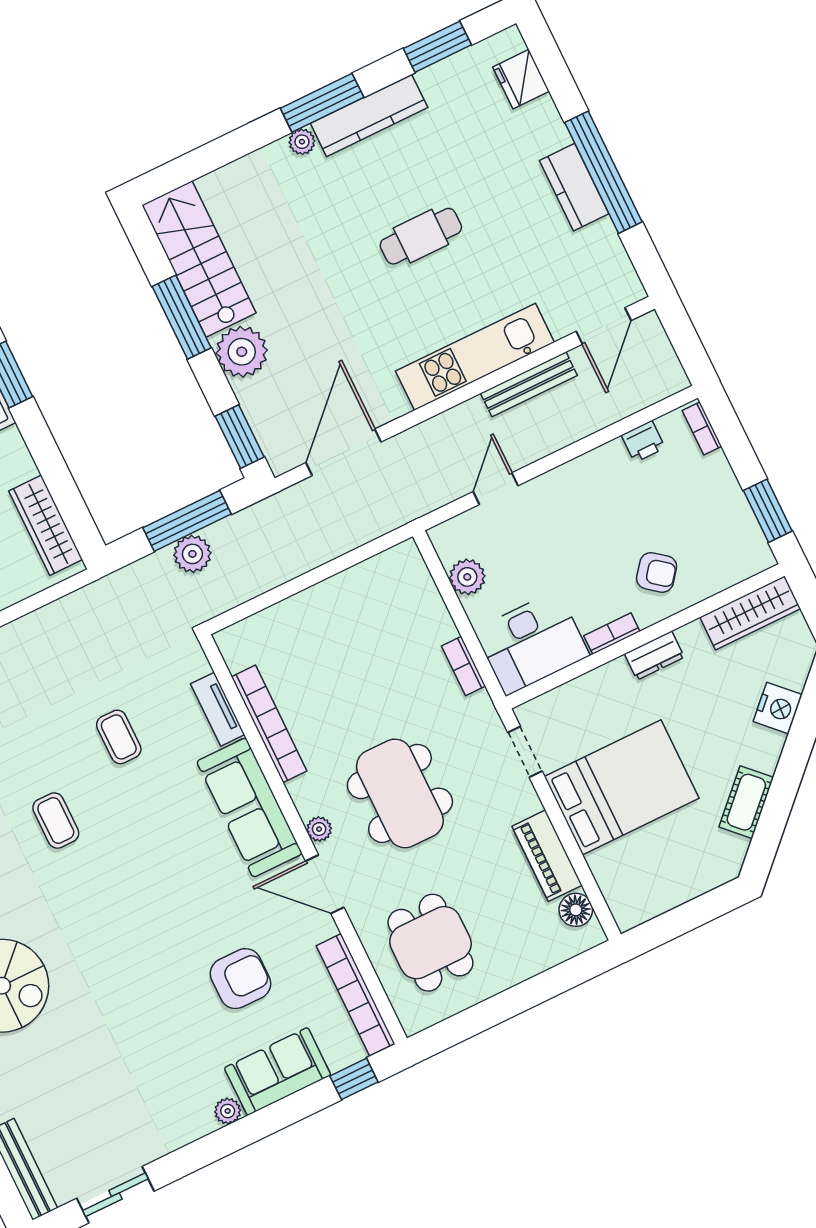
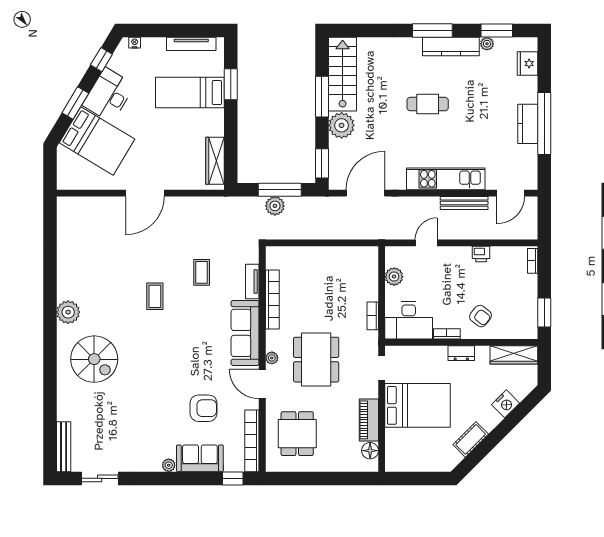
plant: (302, 142) -> (487, 44), moved
cafe table: (421, 236) -> (428, 104), moved
printer: (643, 442) -> (481, 254), moved

